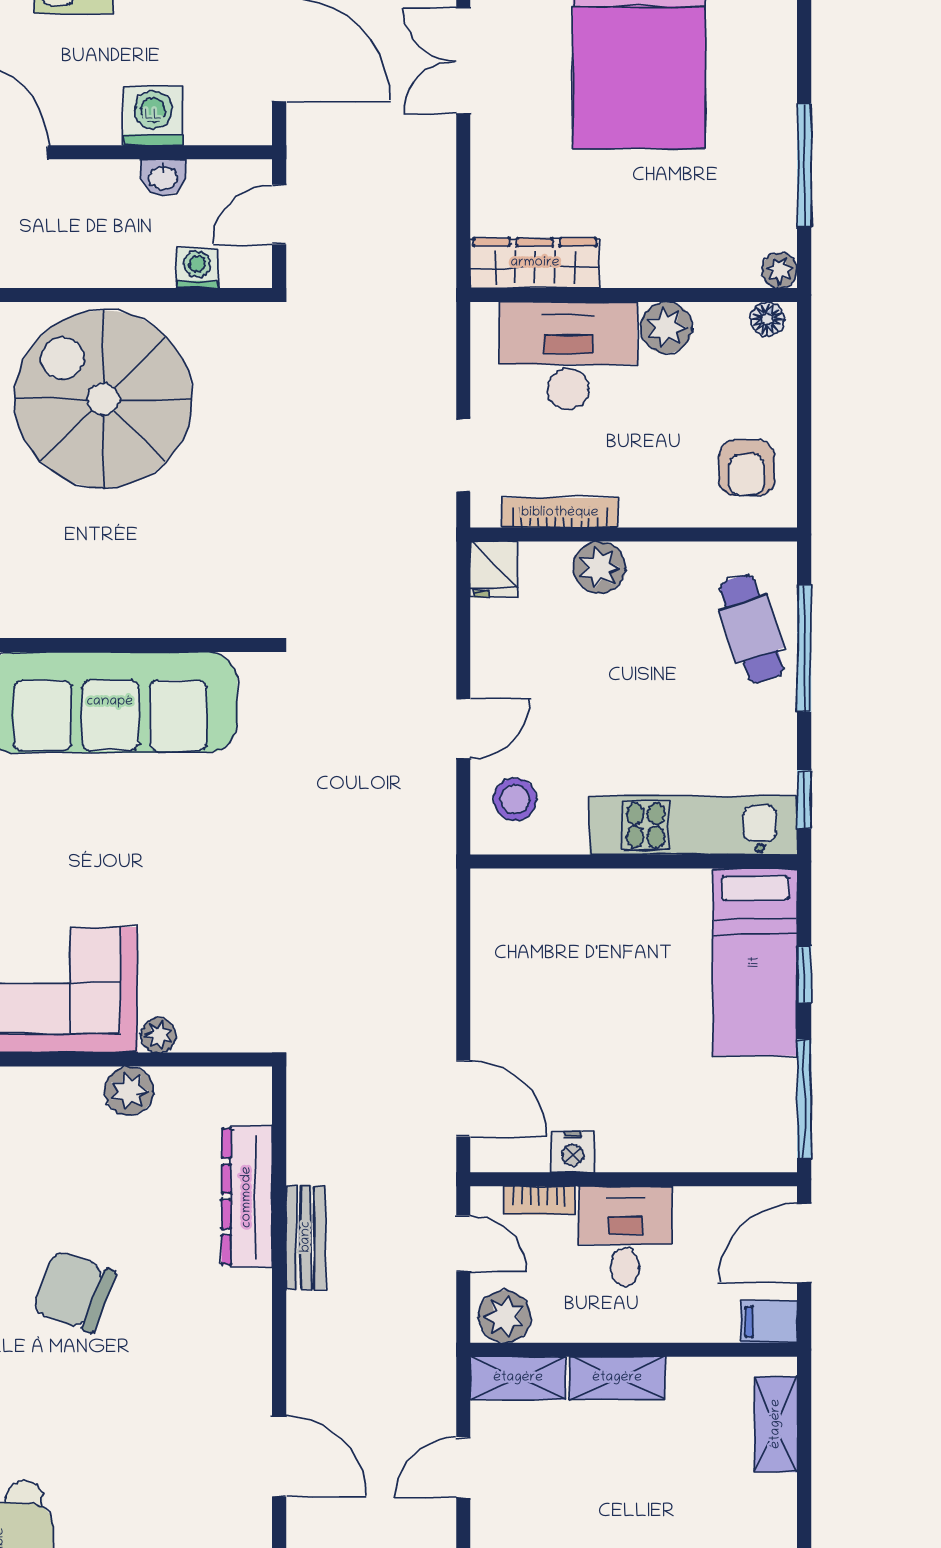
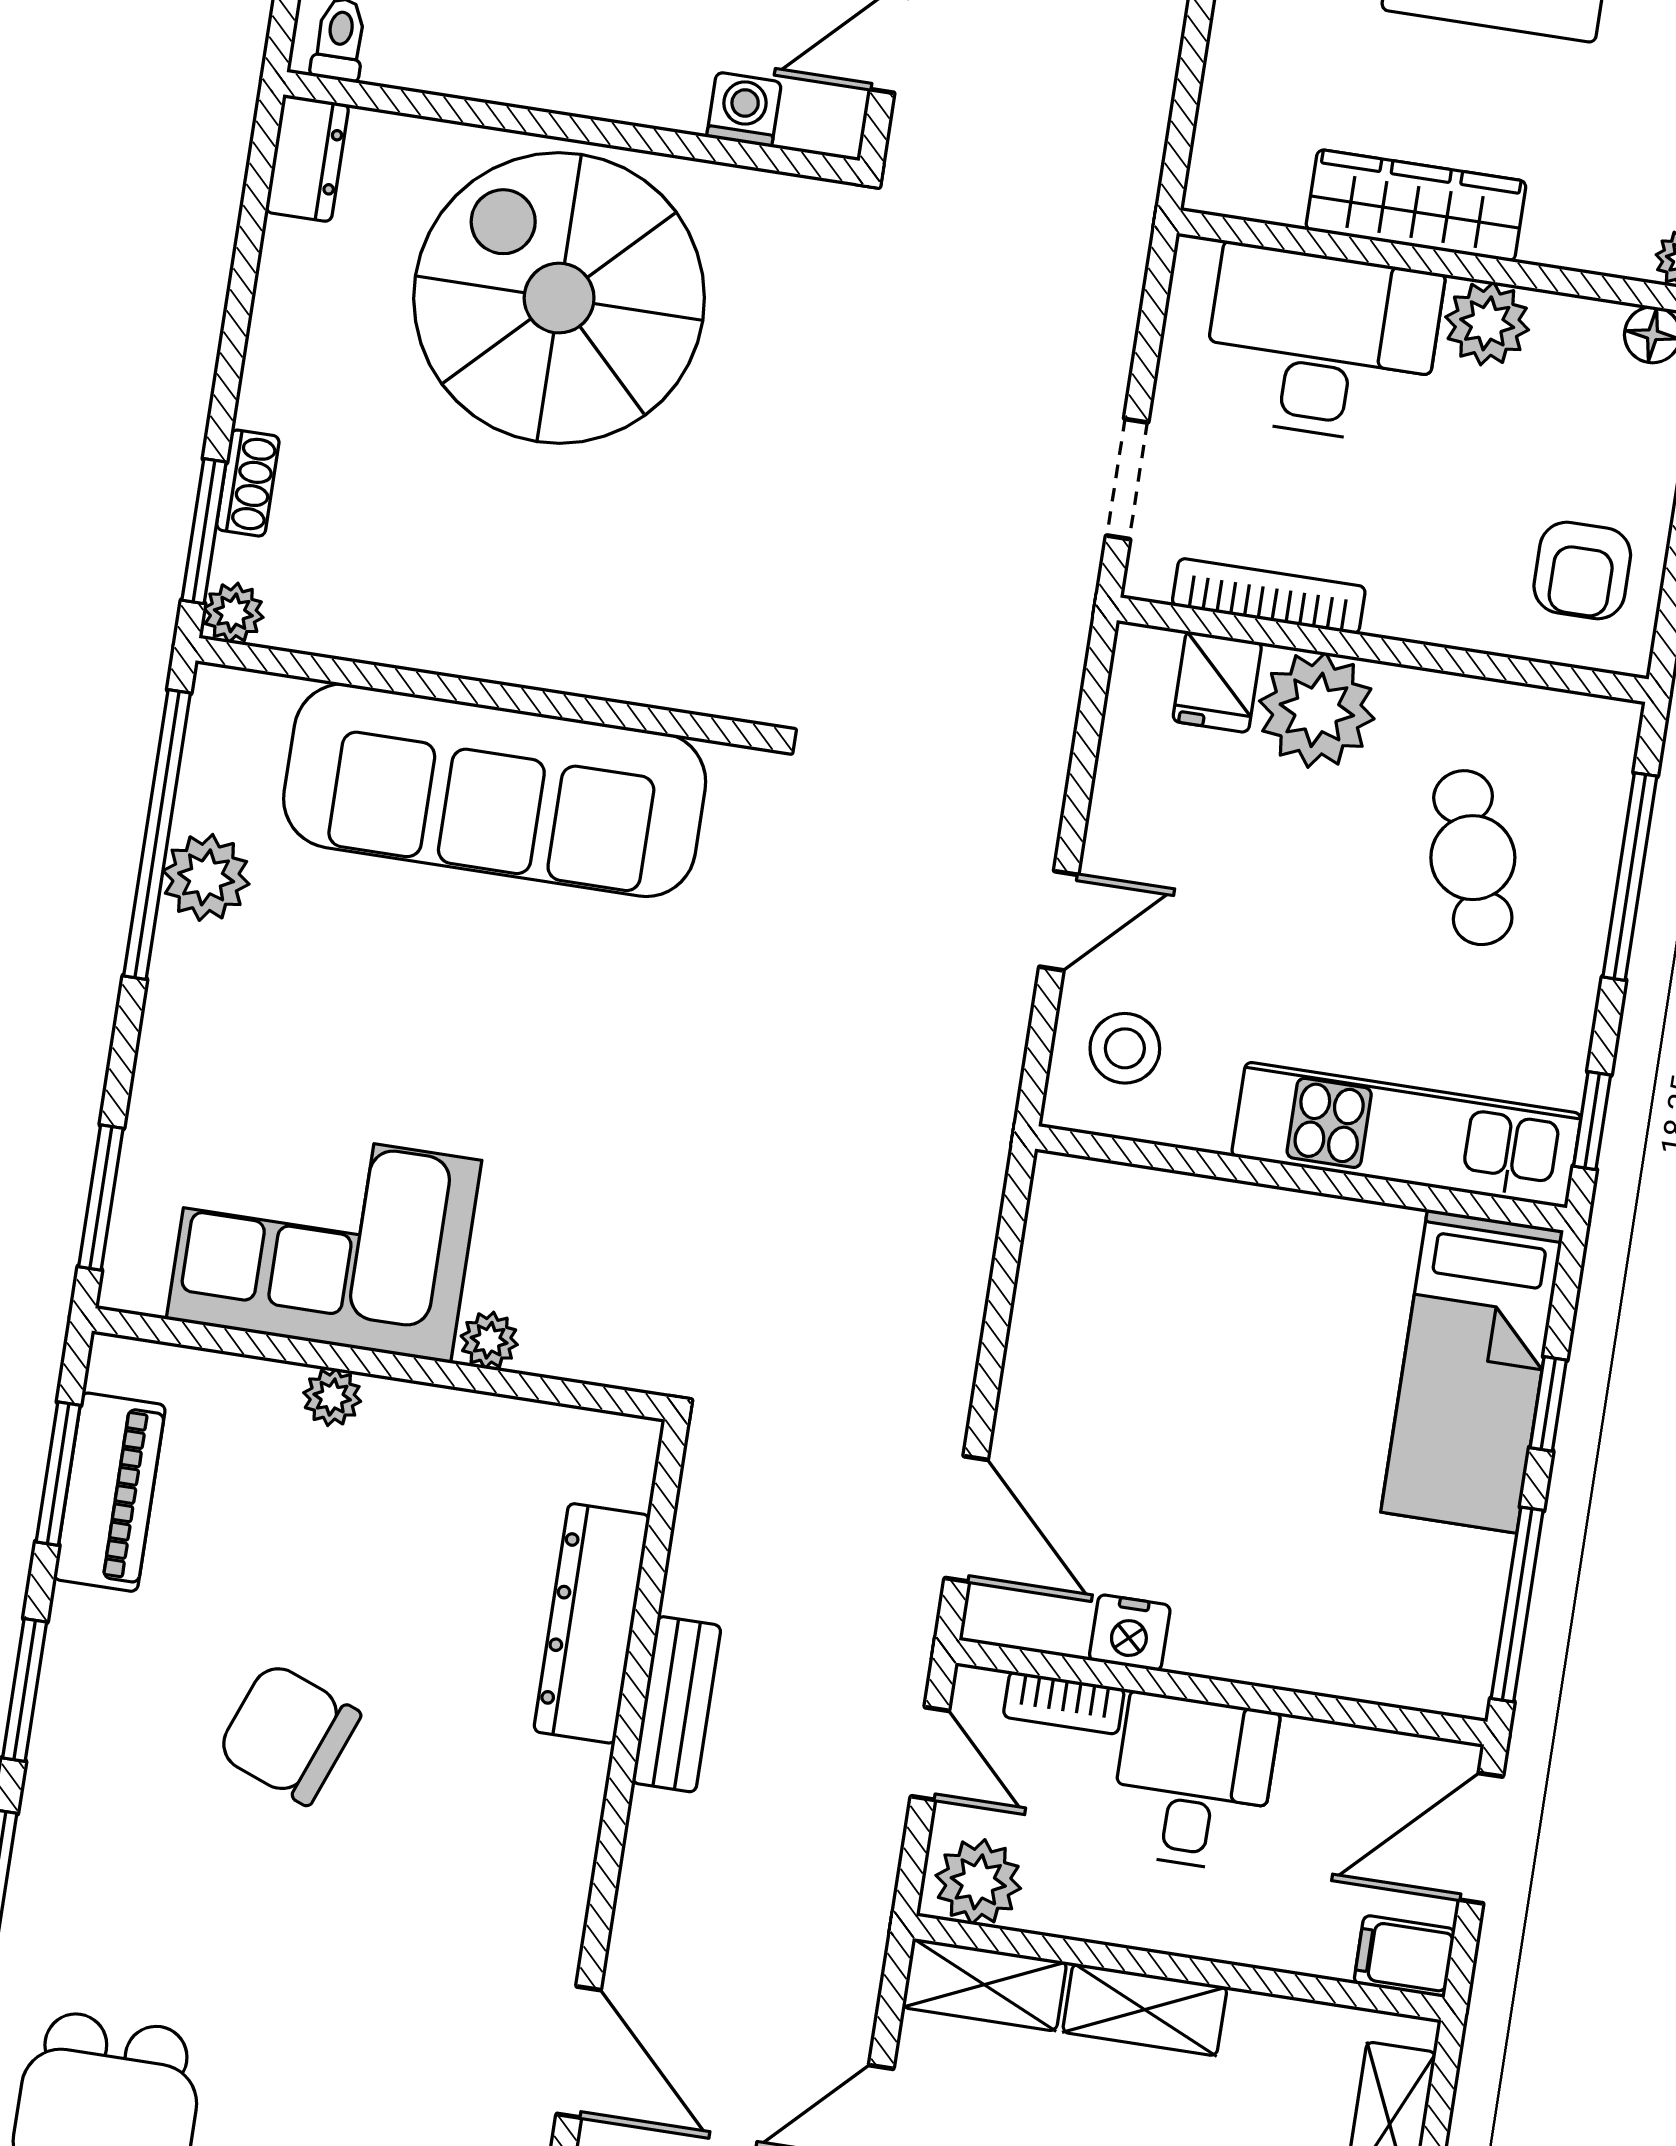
wardrobe: (535, 263) -> (1416, 206), moved
plant: (599, 568) -> (1317, 710), width x1.36, depth x1.36
fridge: (494, 569) -> (1217, 682), moved
cafe table: (752, 629) -> (1473, 858), moved
plant: (129, 1091) -> (332, 1397), moved, width x0.73, depth x0.73

